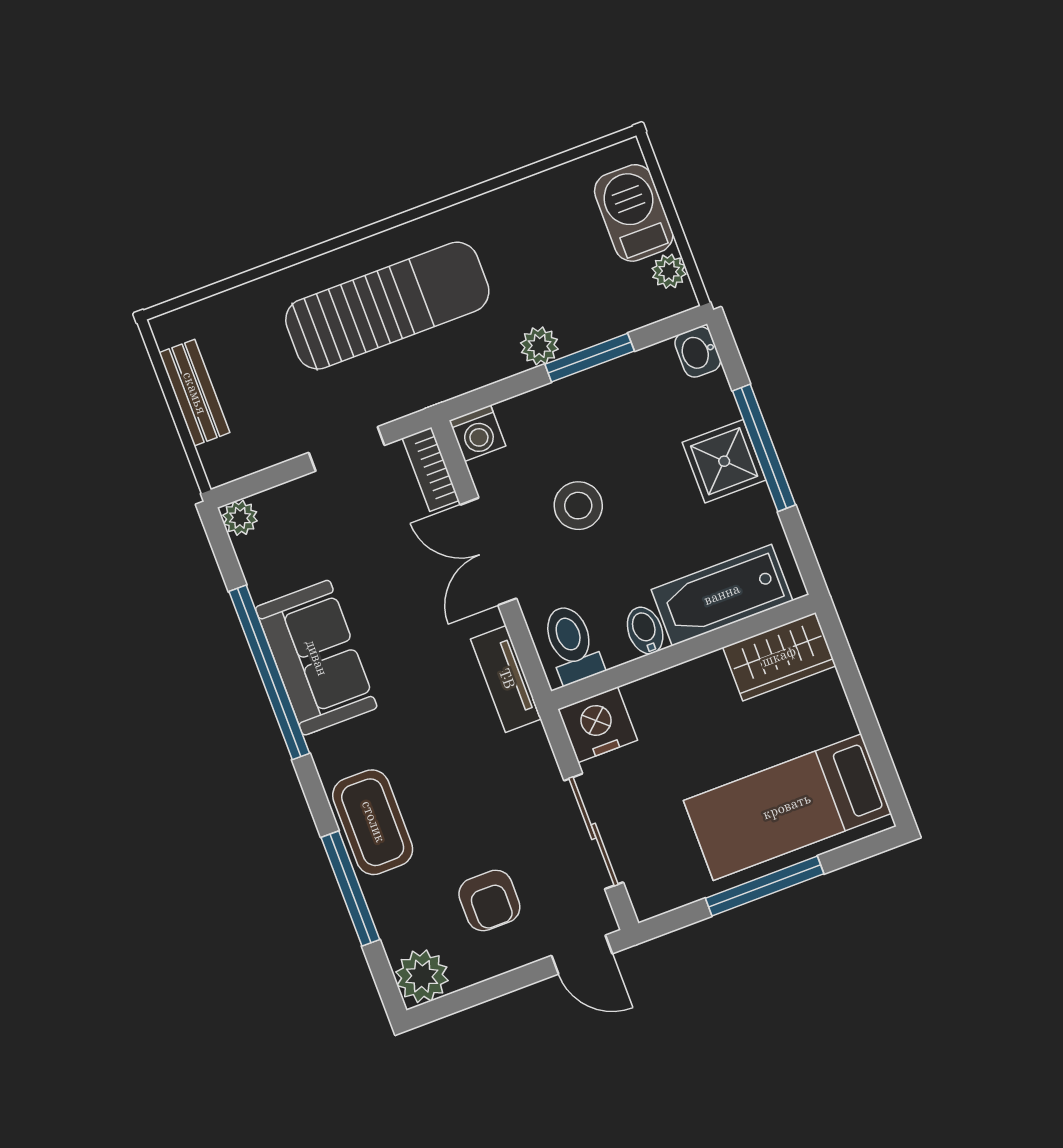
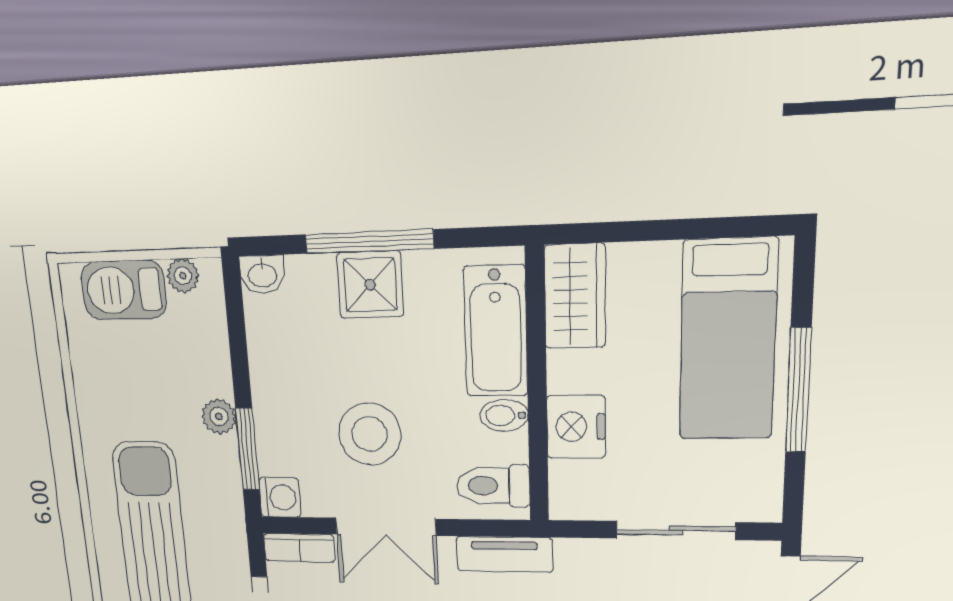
window: (590, 358) -> (247, 449), moved
stool: (578, 506) -> (370, 434), width x1.38, depth x1.38
nightstand: (598, 725) -> (576, 427), moved

